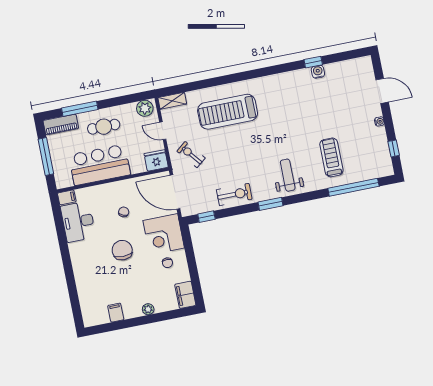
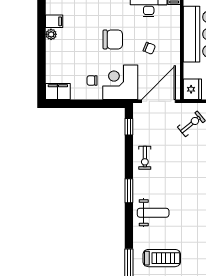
exercise bike: (234, 194) -> (145, 158), width x0.73, depth x0.72
plant: (148, 309) -> (51, 34), moved

